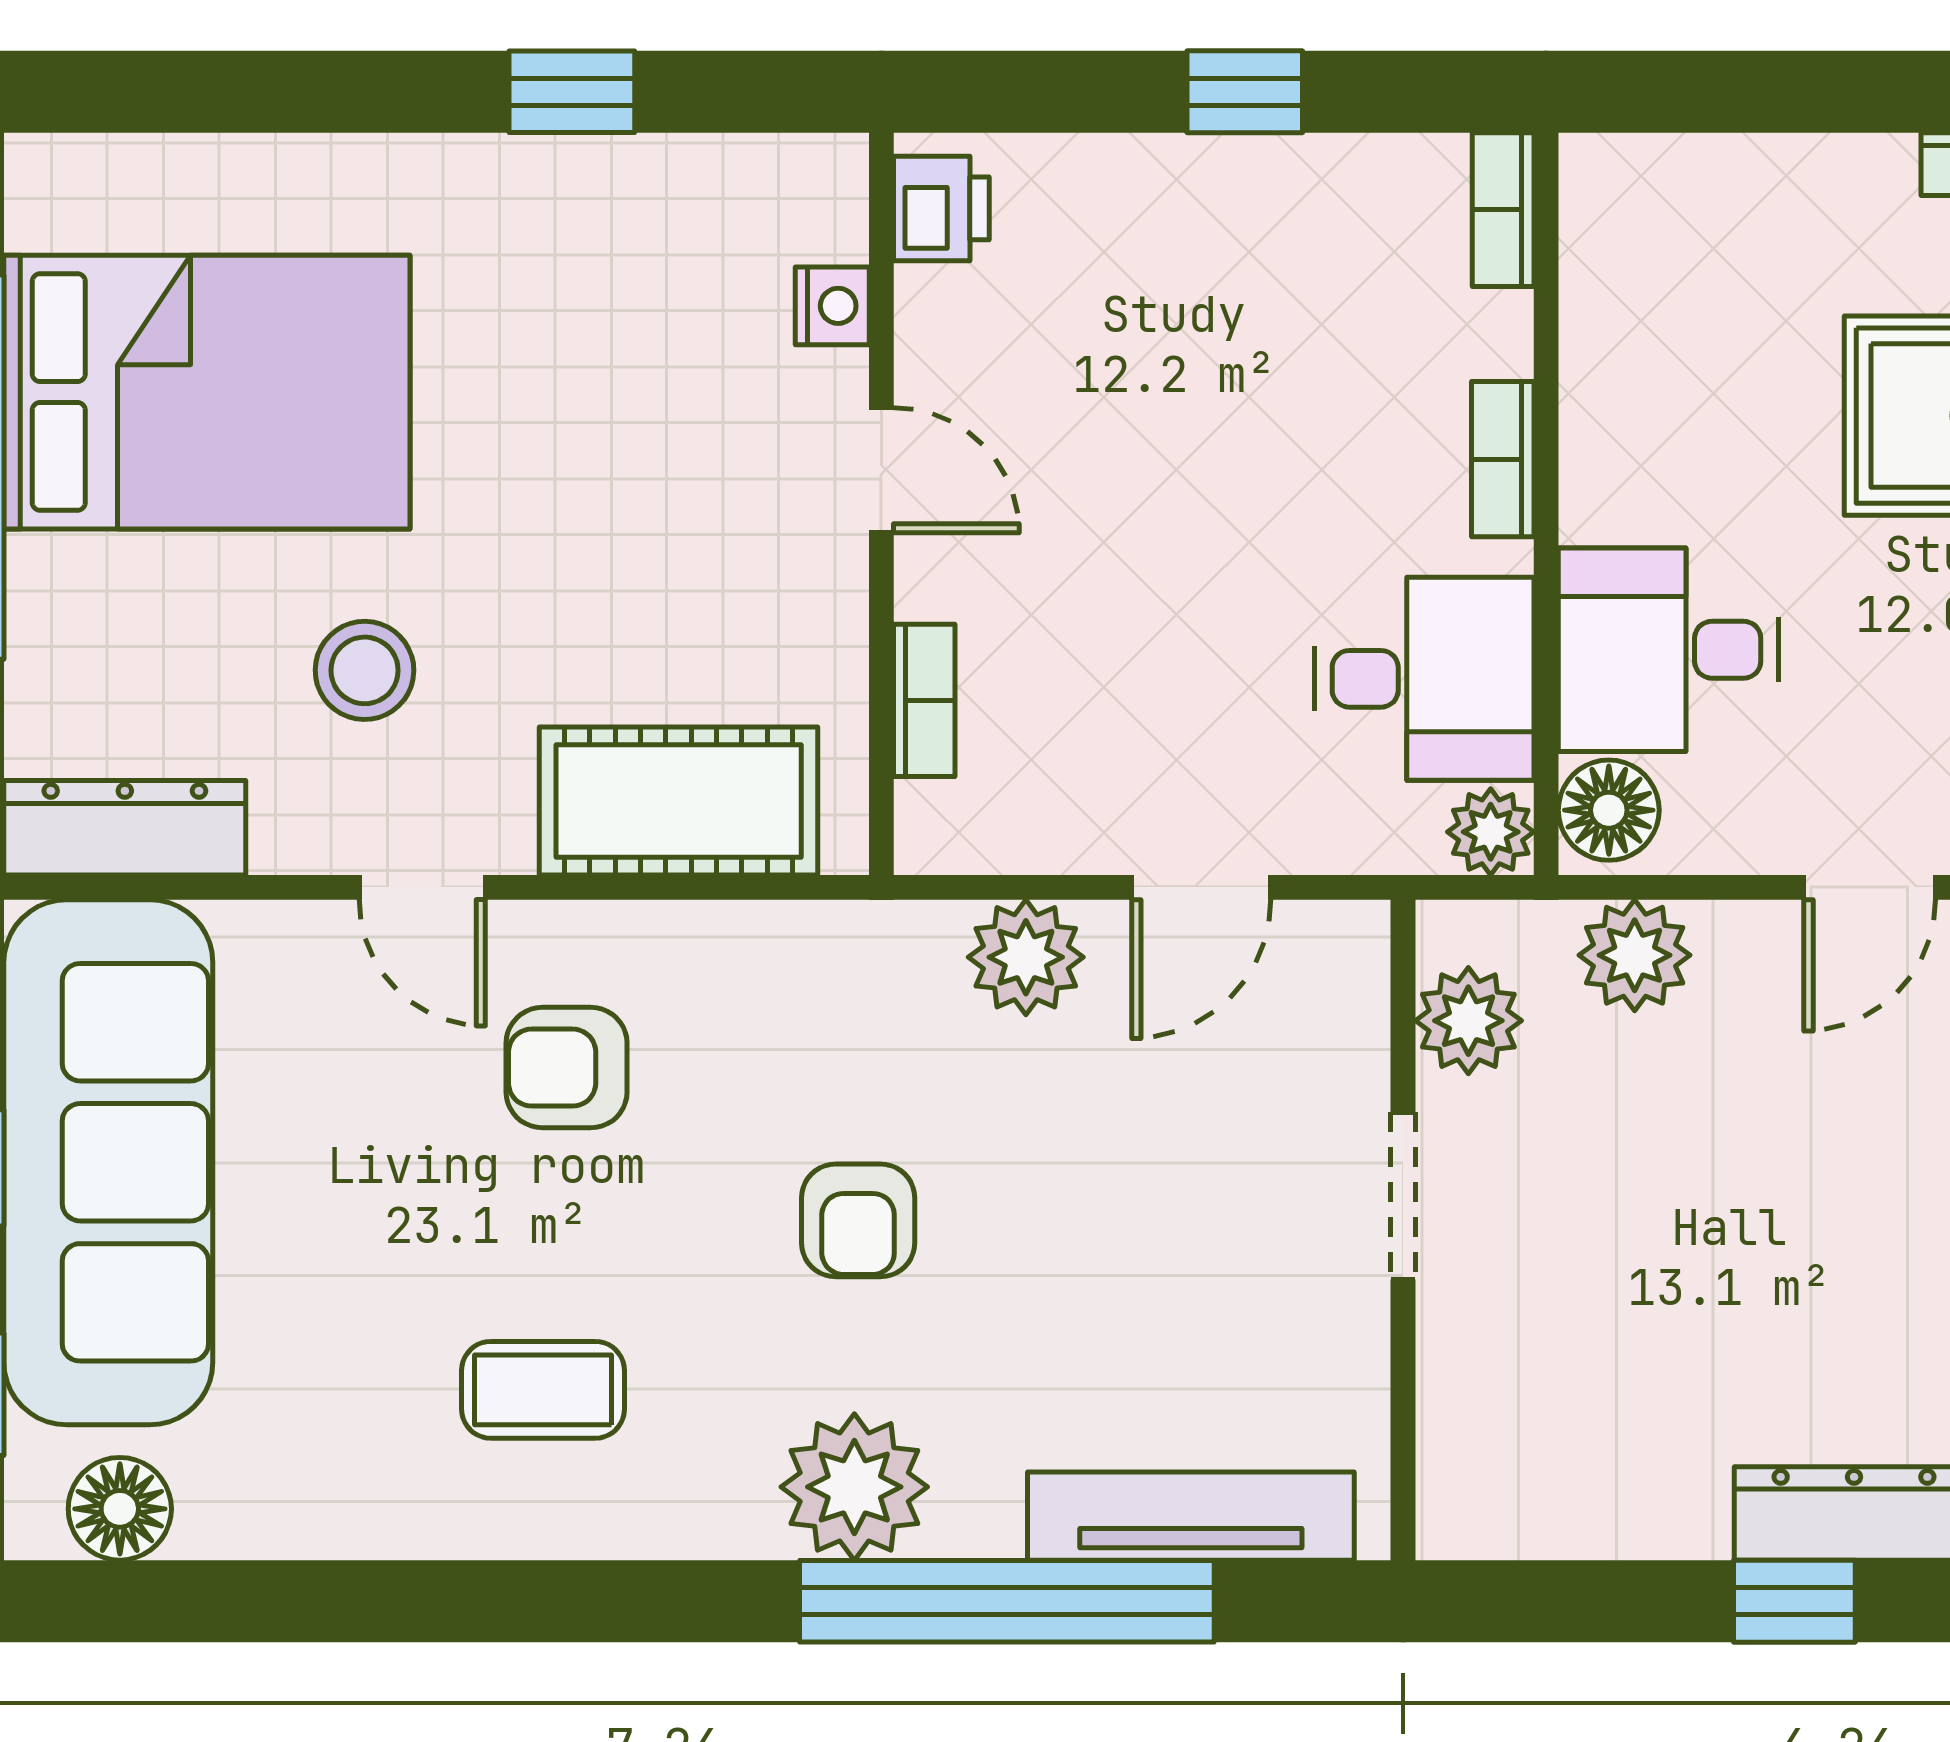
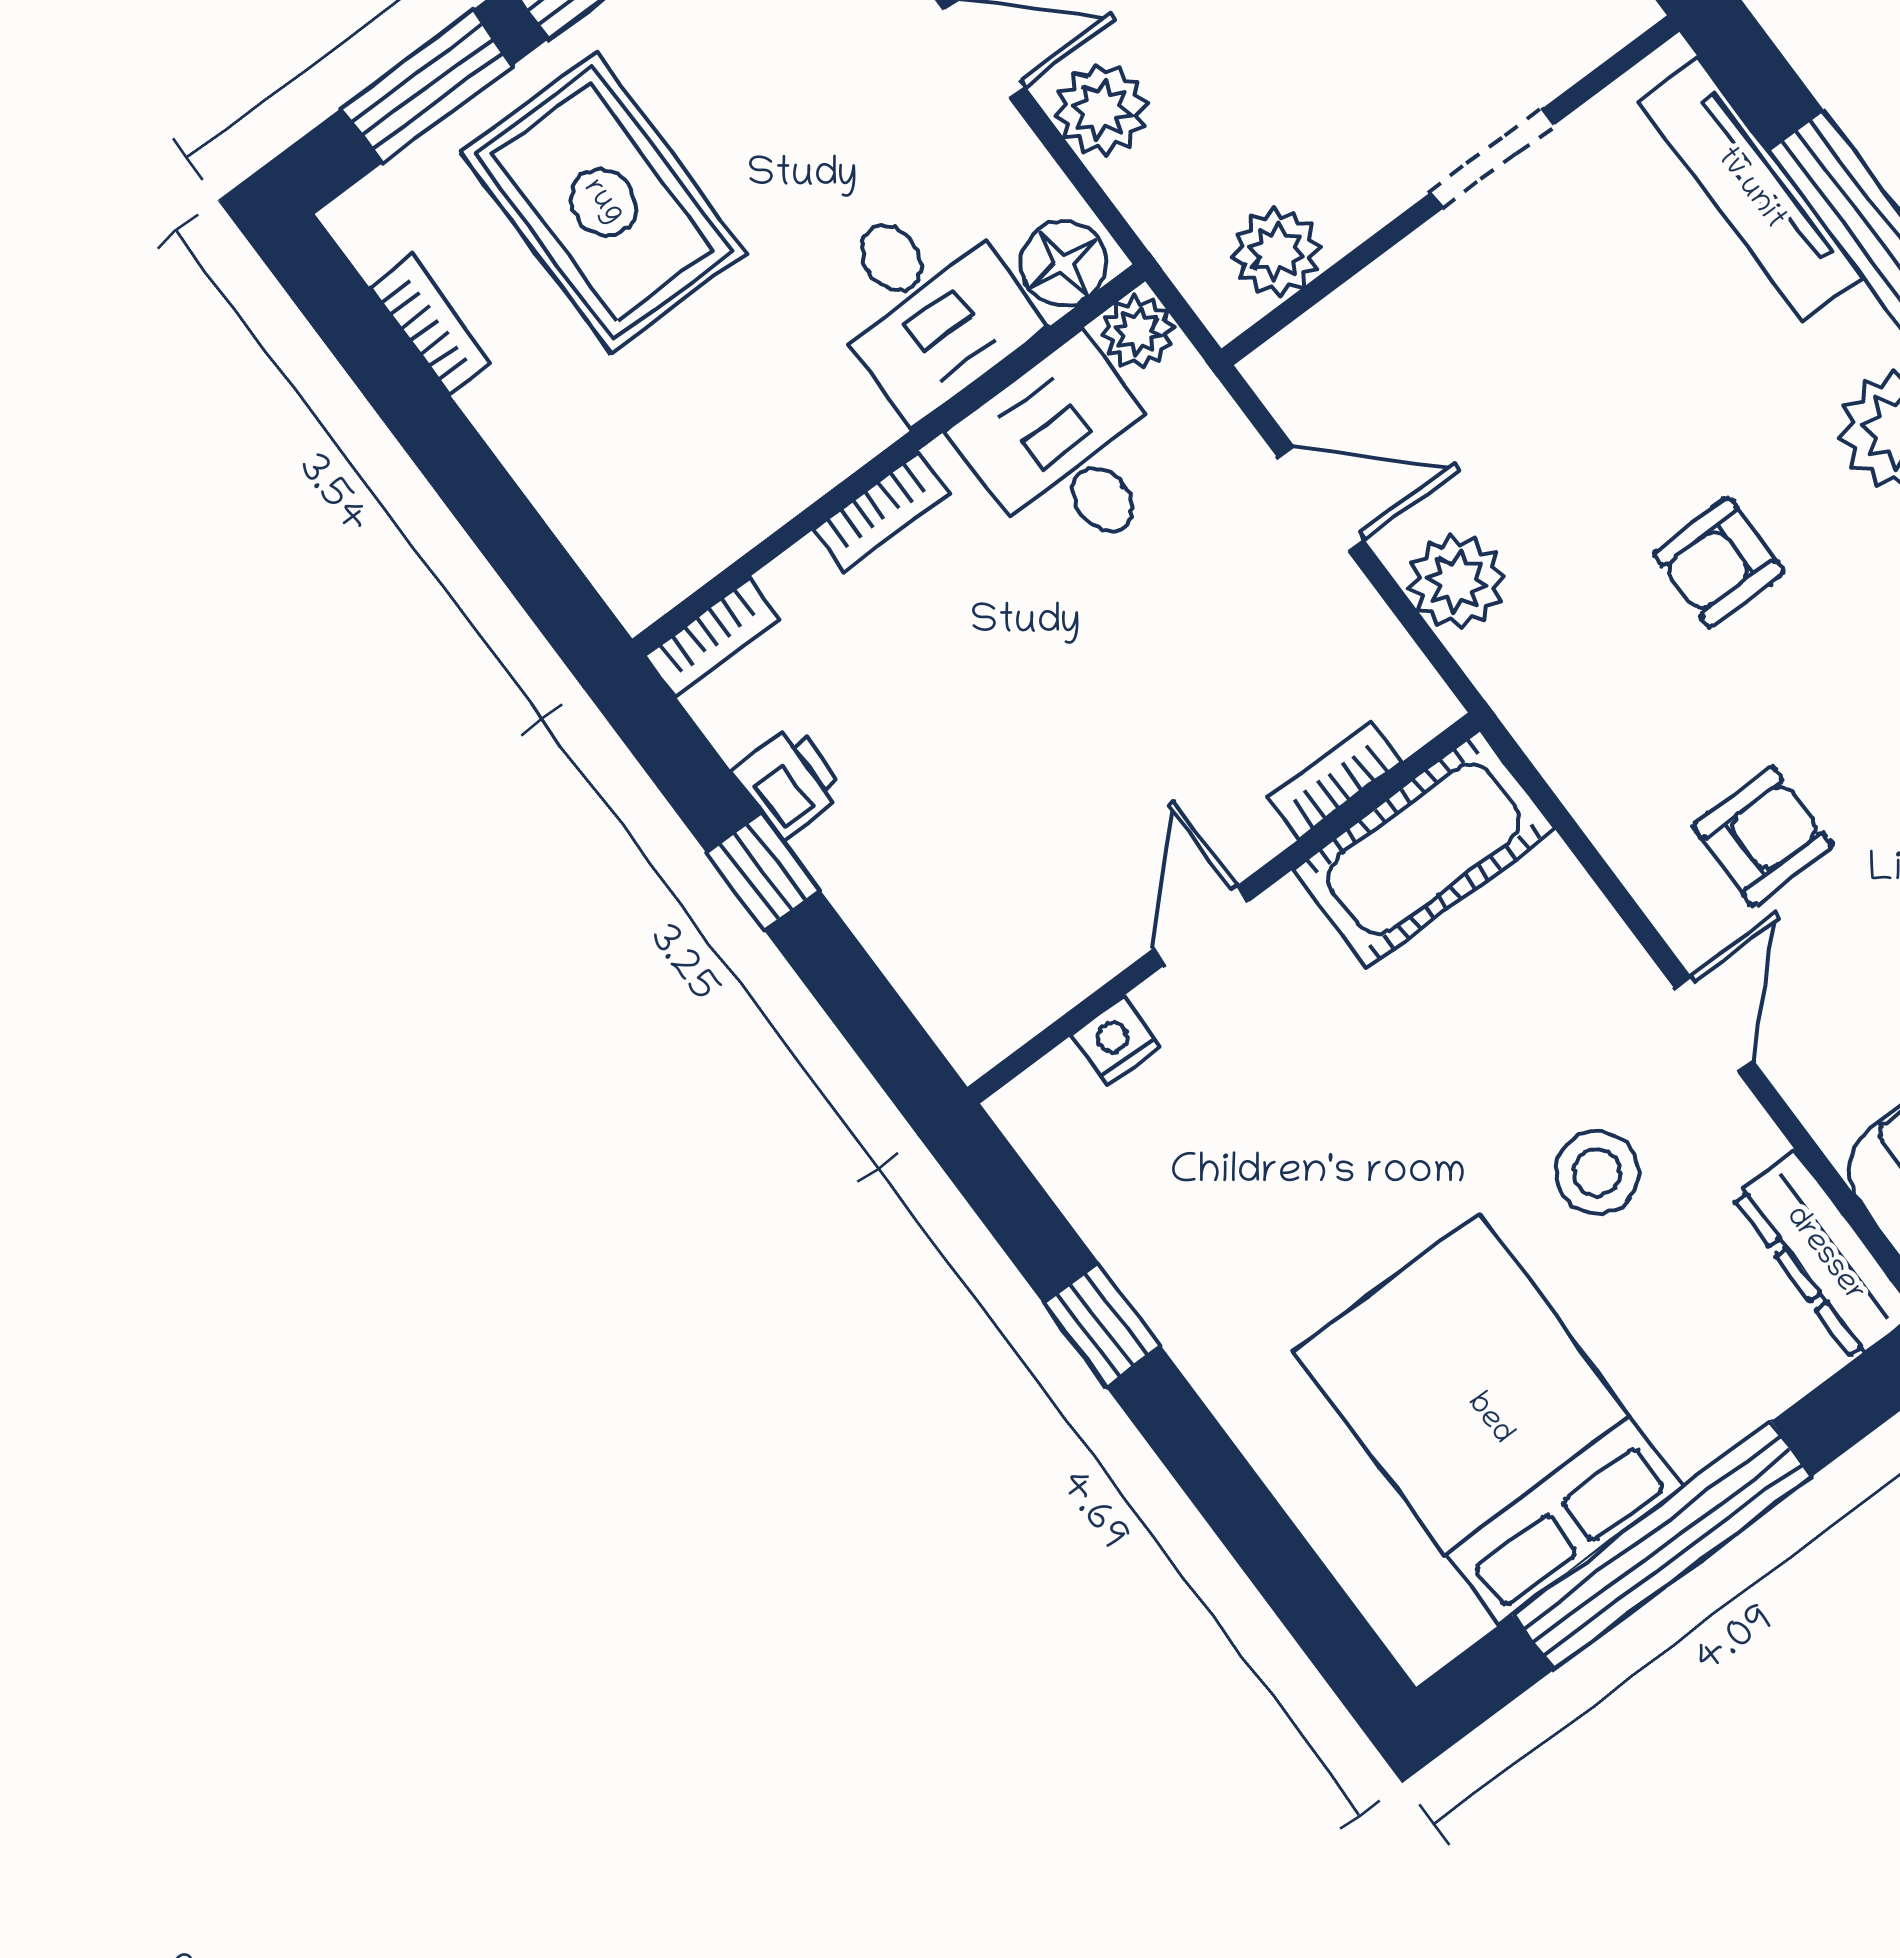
printer: (941, 208) -> (789, 782), moved, turned 90
cot: (679, 801) -> (1424, 849), moved, turned 90
plant: (1635, 955) -> (1102, 110), moved
armchair: (567, 1068) -> (1763, 836), turned -90
doorway: (1403, 1196) -> (1492, 159), moved
armchair: (858, 1220) -> (1719, 562), turned 180

